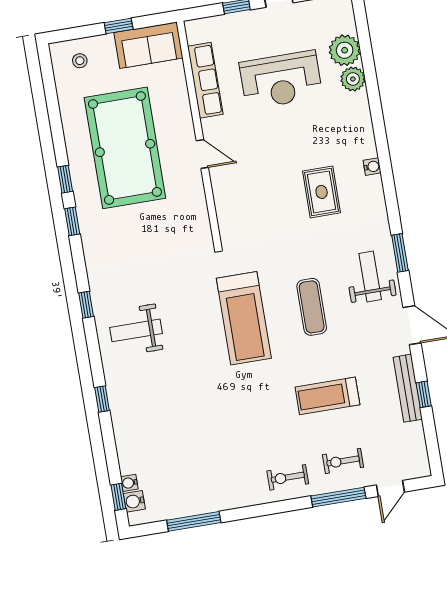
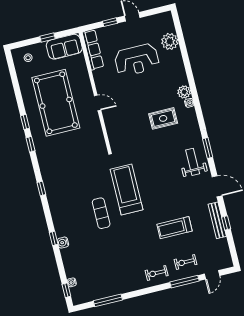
plant: (353, 79) -> (184, 92), moved
row of seats: (205, 80) -> (93, 50), moved
rug: (322, 192) -> (163, 118), turned 90
exercise mat: (312, 307) -> (101, 213), moved
treadmill: (244, 318) -> (126, 189), turned 180
weight bench: (136, 330) -> (69, 200), removed
water cooler: (134, 501) -> (63, 243), moved

